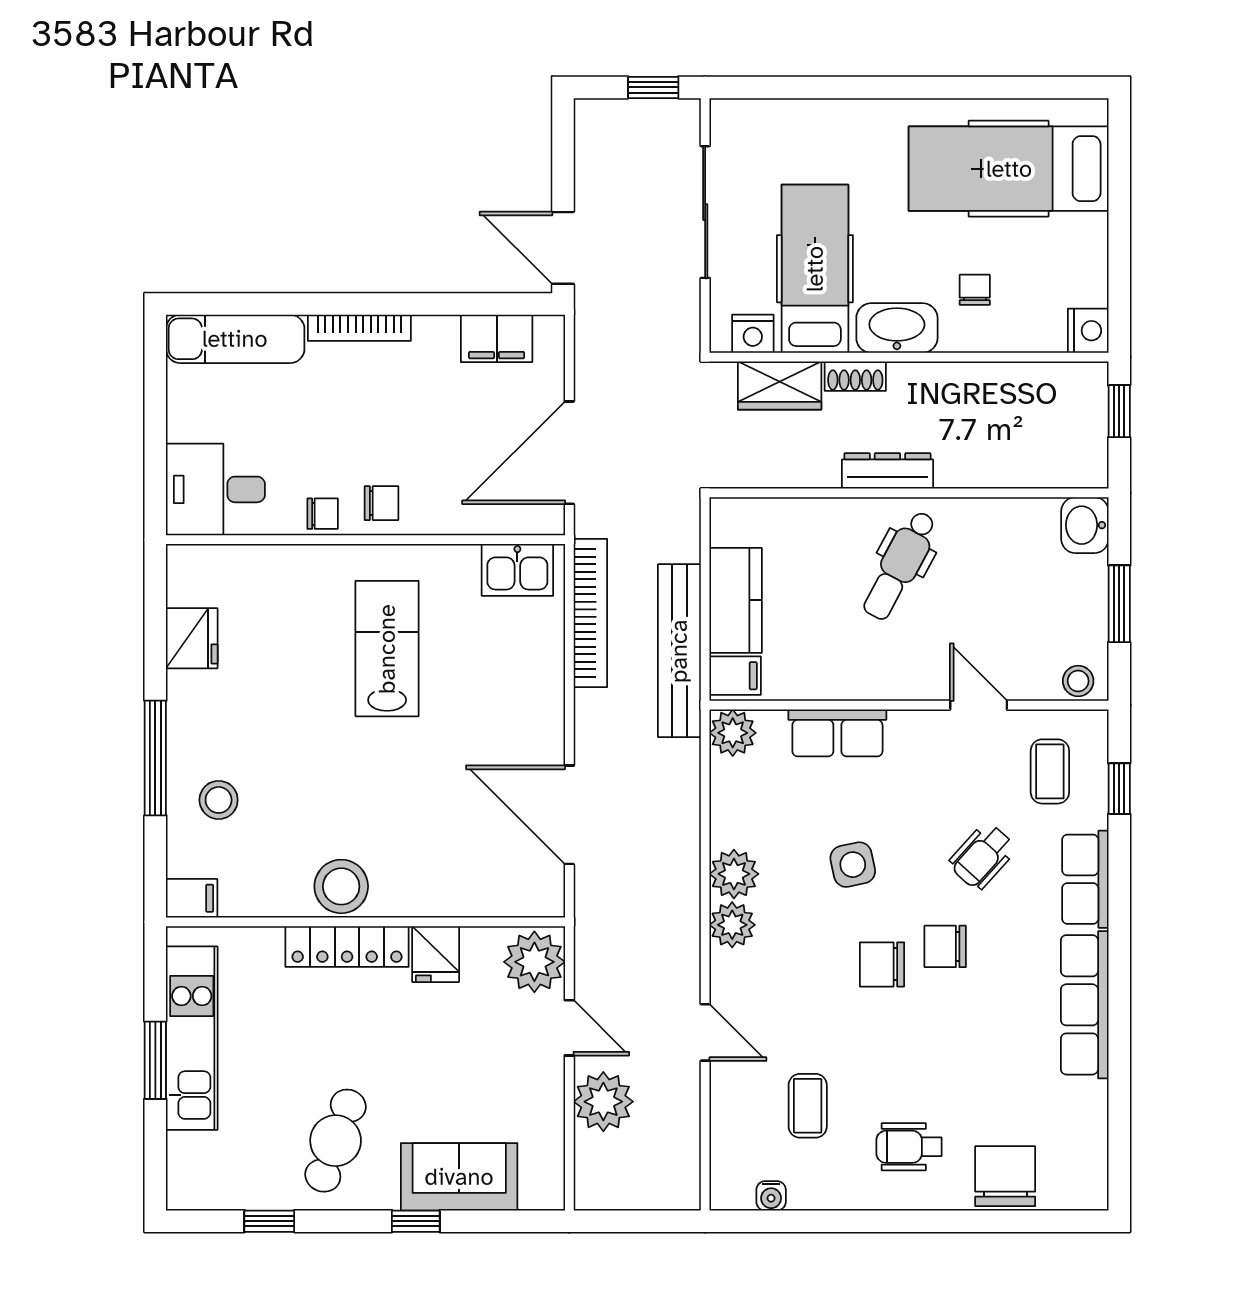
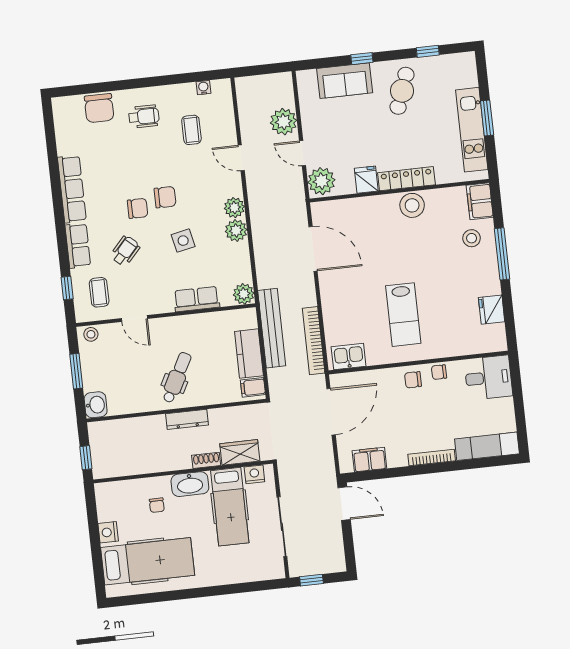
nightstand: (1088, 331) -> (108, 532), moved
filing cabinet: (735, 676) -> (253, 387), moved
filing cabinet: (192, 898) -> (480, 201), width x2.00

